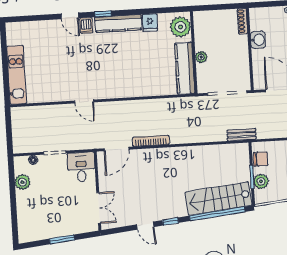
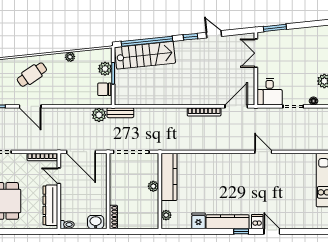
plant: (180, 27) -> (166, 215), width x0.53, depth x0.53
washbasin: (258, 40) -> (96, 222), moved, turned 90
plant: (265, 131) -> (99, 115), added
window: (62, 239) -> (275, 28), moved

